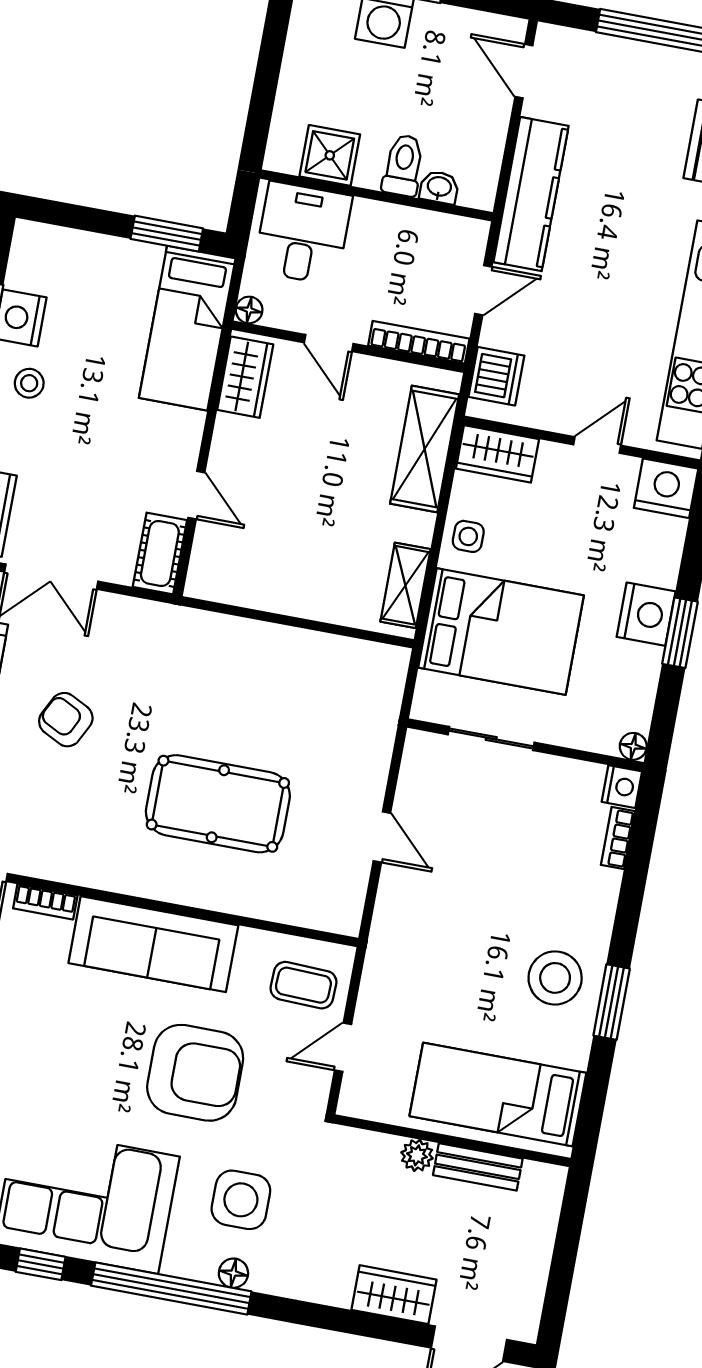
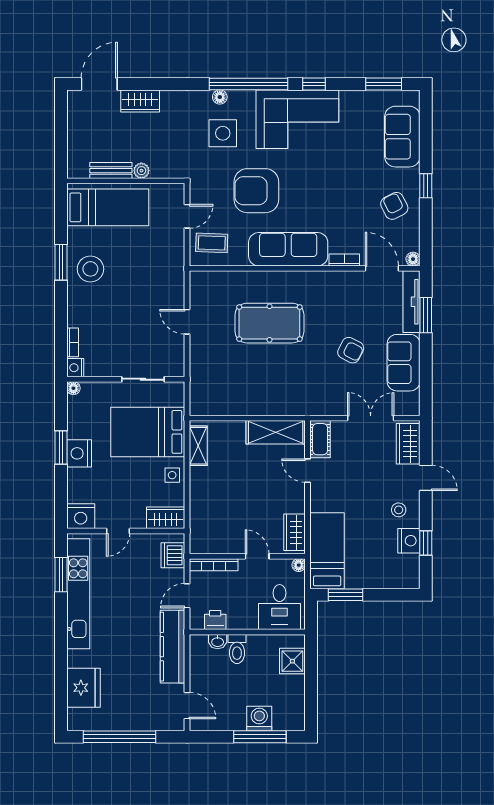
shower: (330, 155) -> (292, 661), moved
printer: (436, 231) -> (215, 620), added
shelving: (425, 449) -> (276, 432), moved, turned 90

